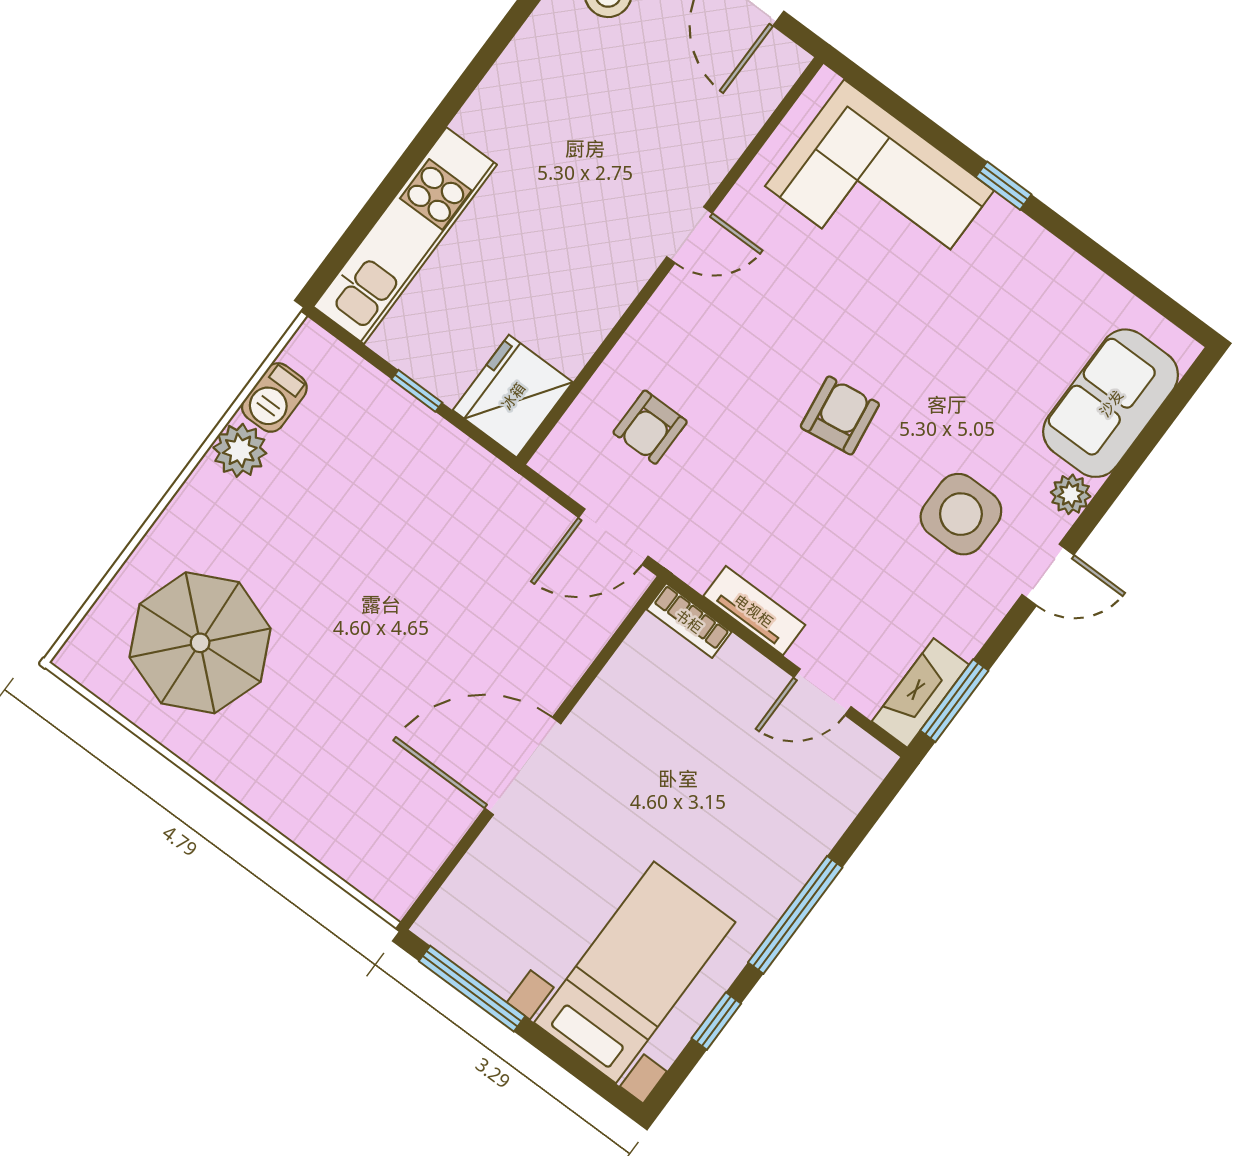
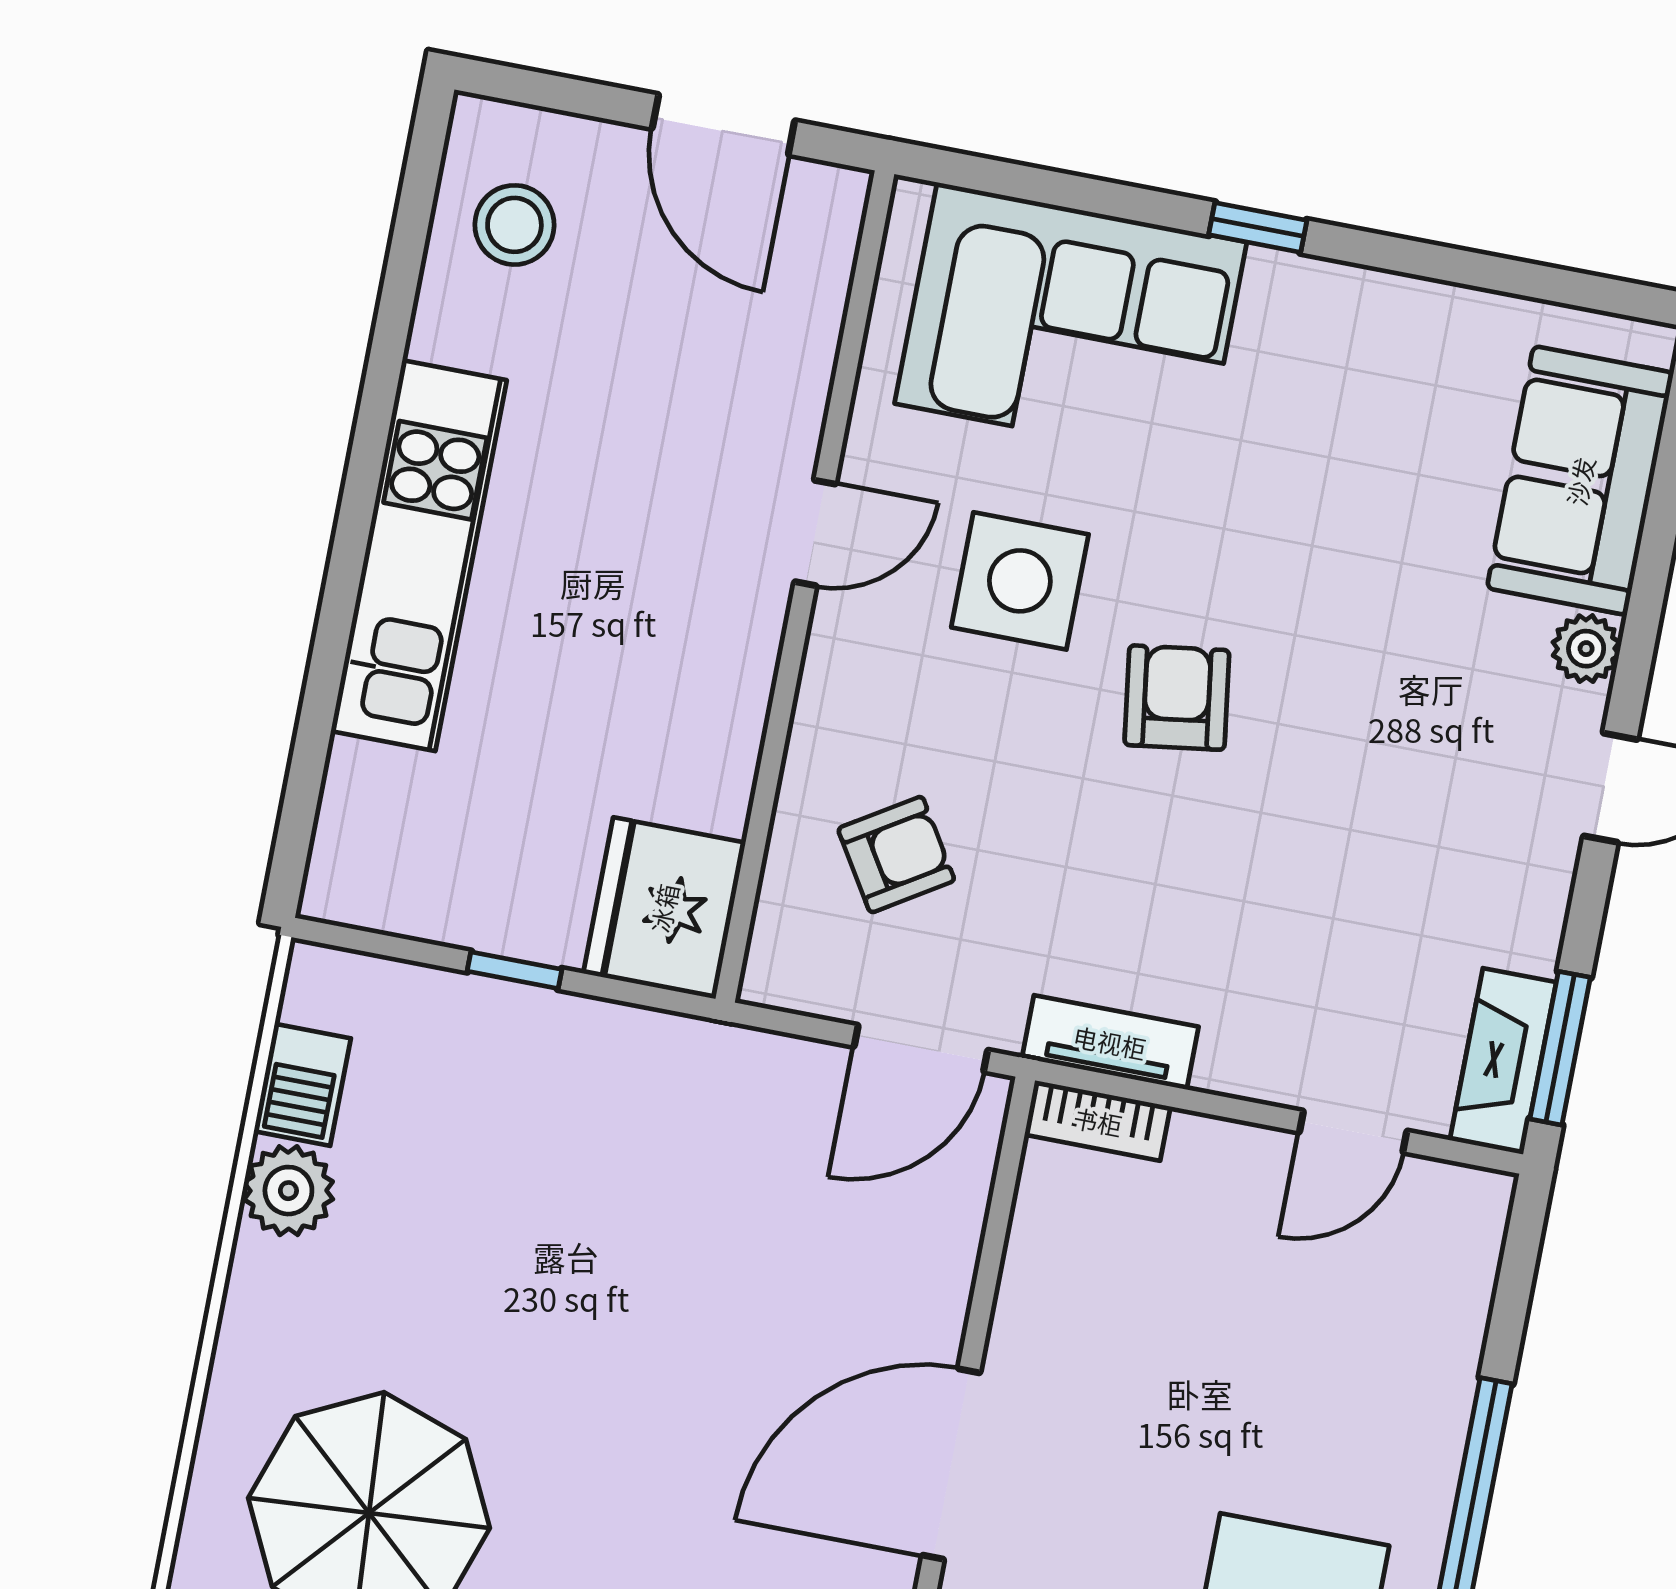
kitchen unit: (405, 236) -> (419, 556), moved
armchair: (650, 427) -> (896, 855), turned -122
side table: (961, 514) -> (1020, 581), moved
tv unit: (754, 611) -> (1110, 1042), moved

